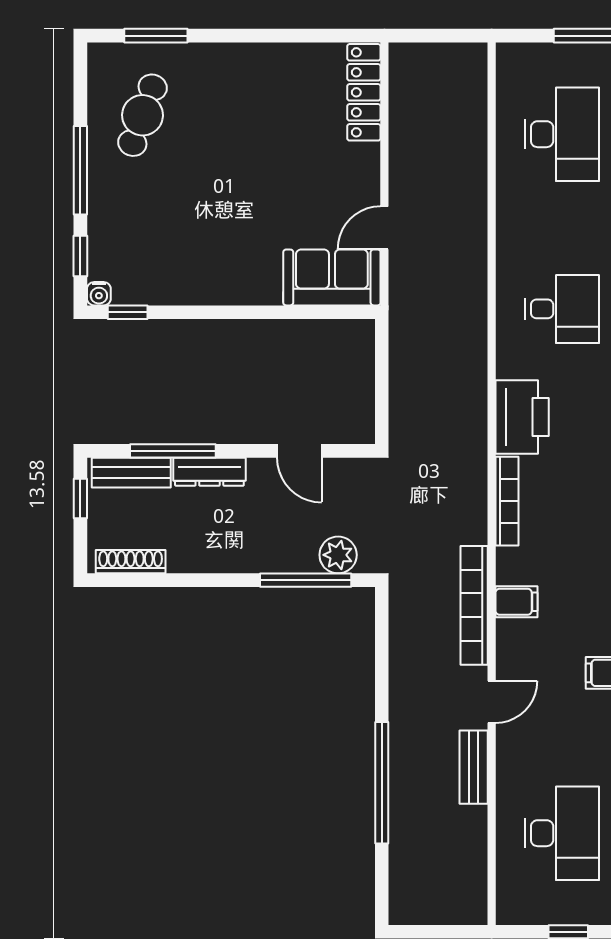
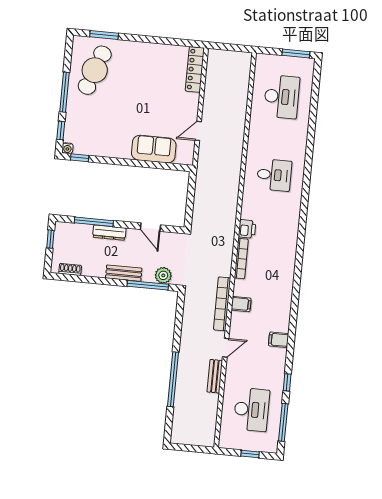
cafe table: (142, 115) -> (95, 70), width x1.37, depth x1.35
sofa: (332, 277) -> (154, 149), moved
printer: (522, 417) -> (247, 229), width x0.53, depth x0.68
bench: (131, 473) -> (124, 273), moved
shoe rack: (131, 562) -> (70, 269), width x0.70

